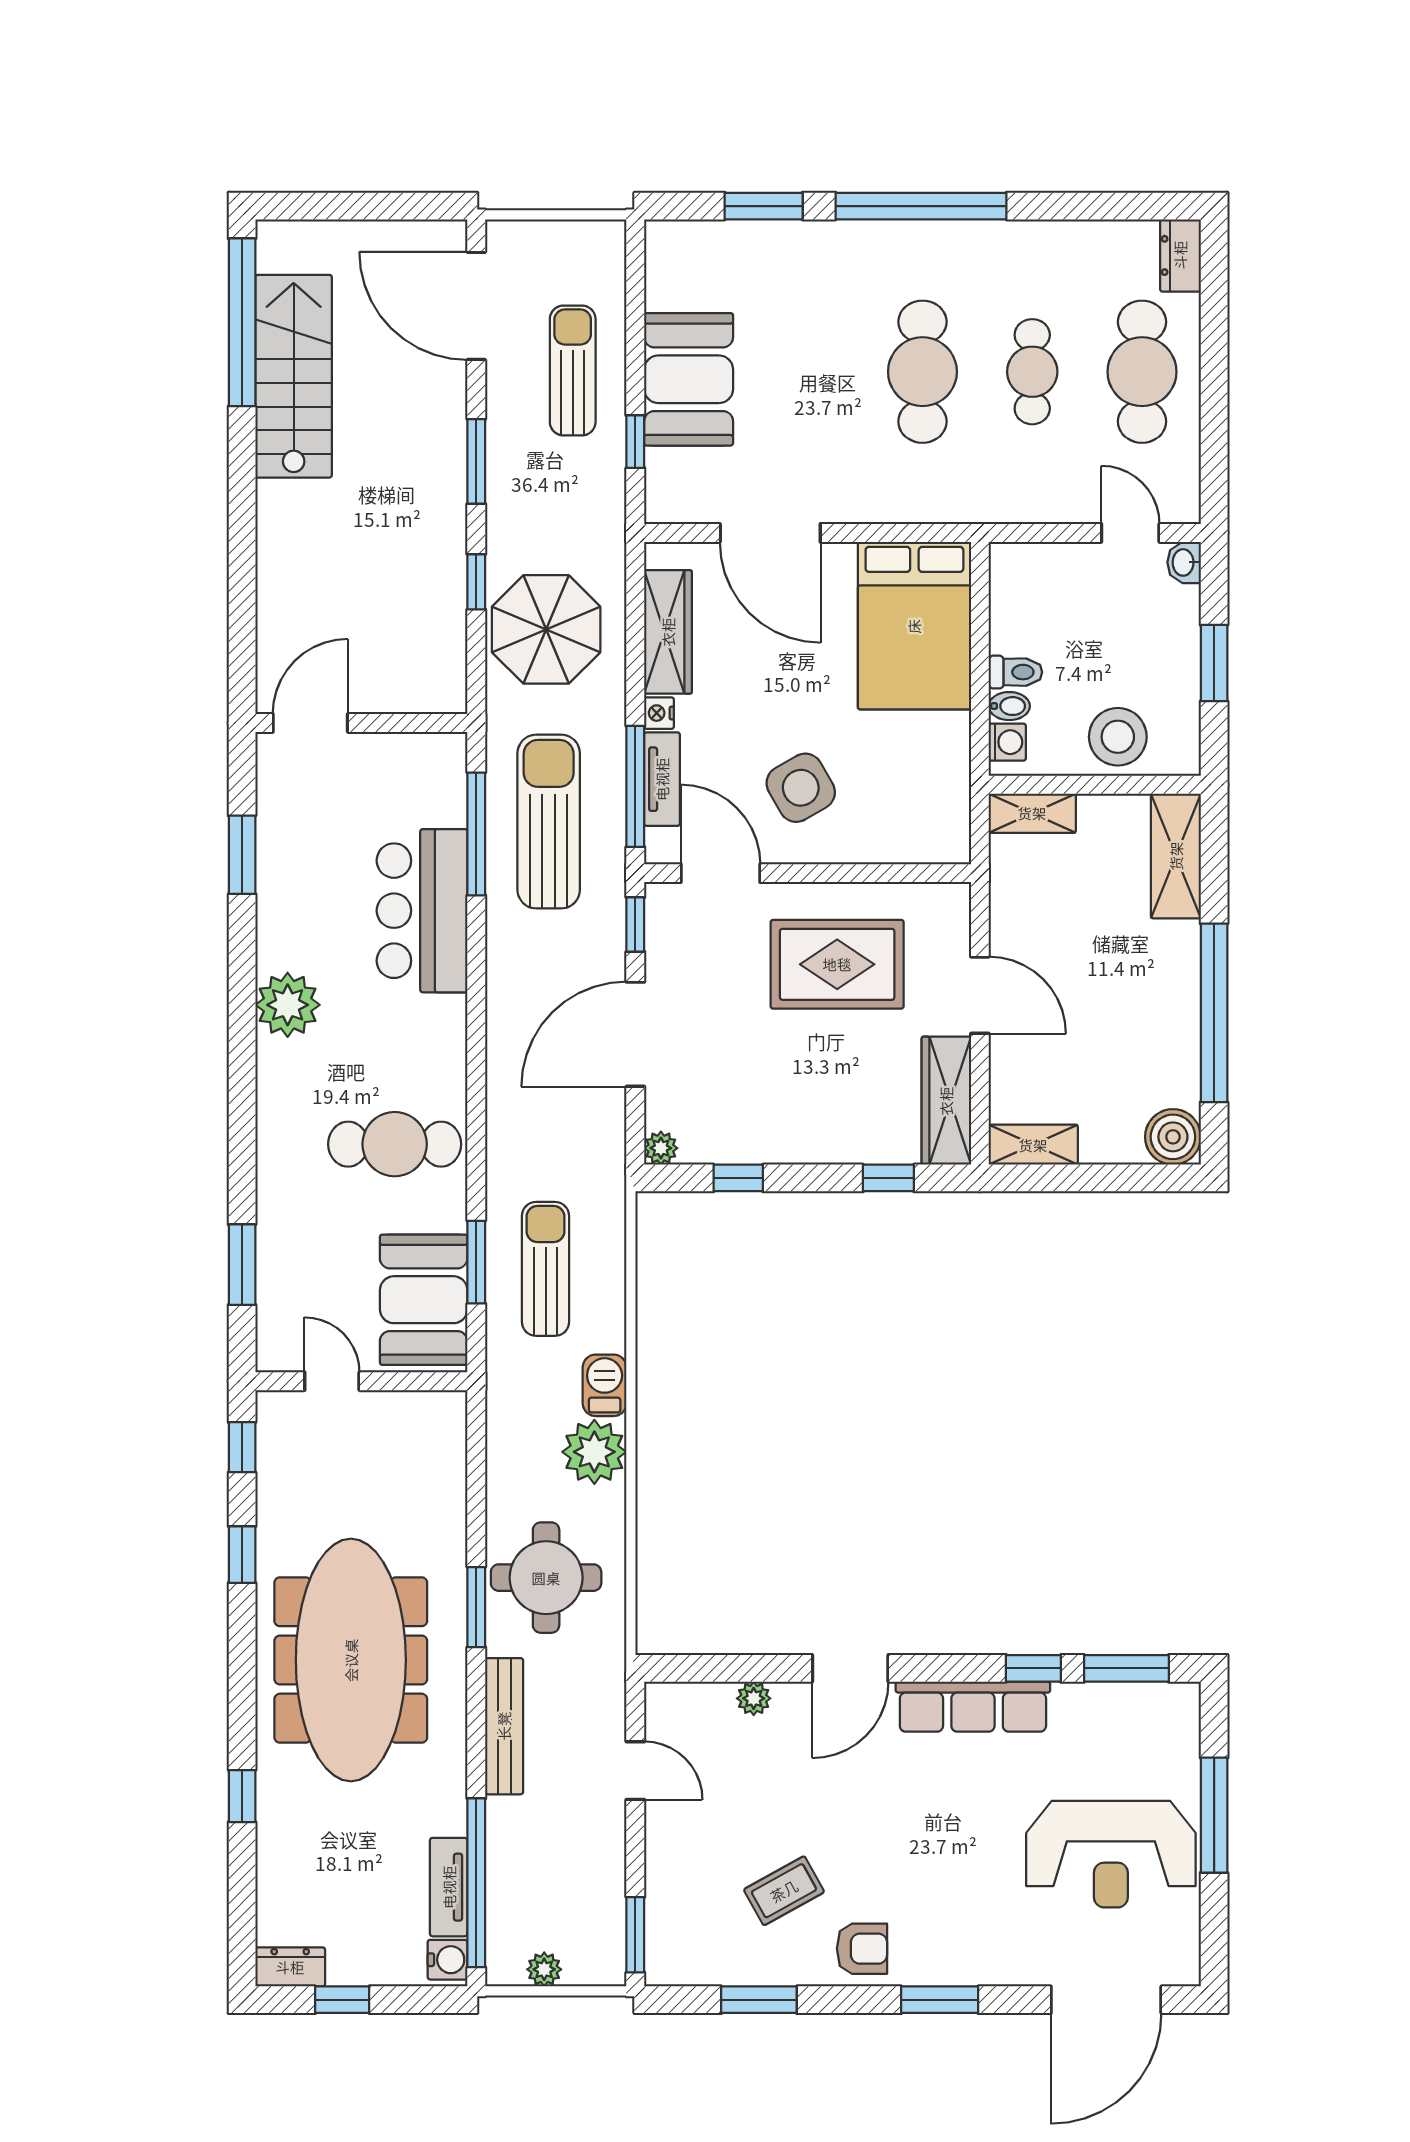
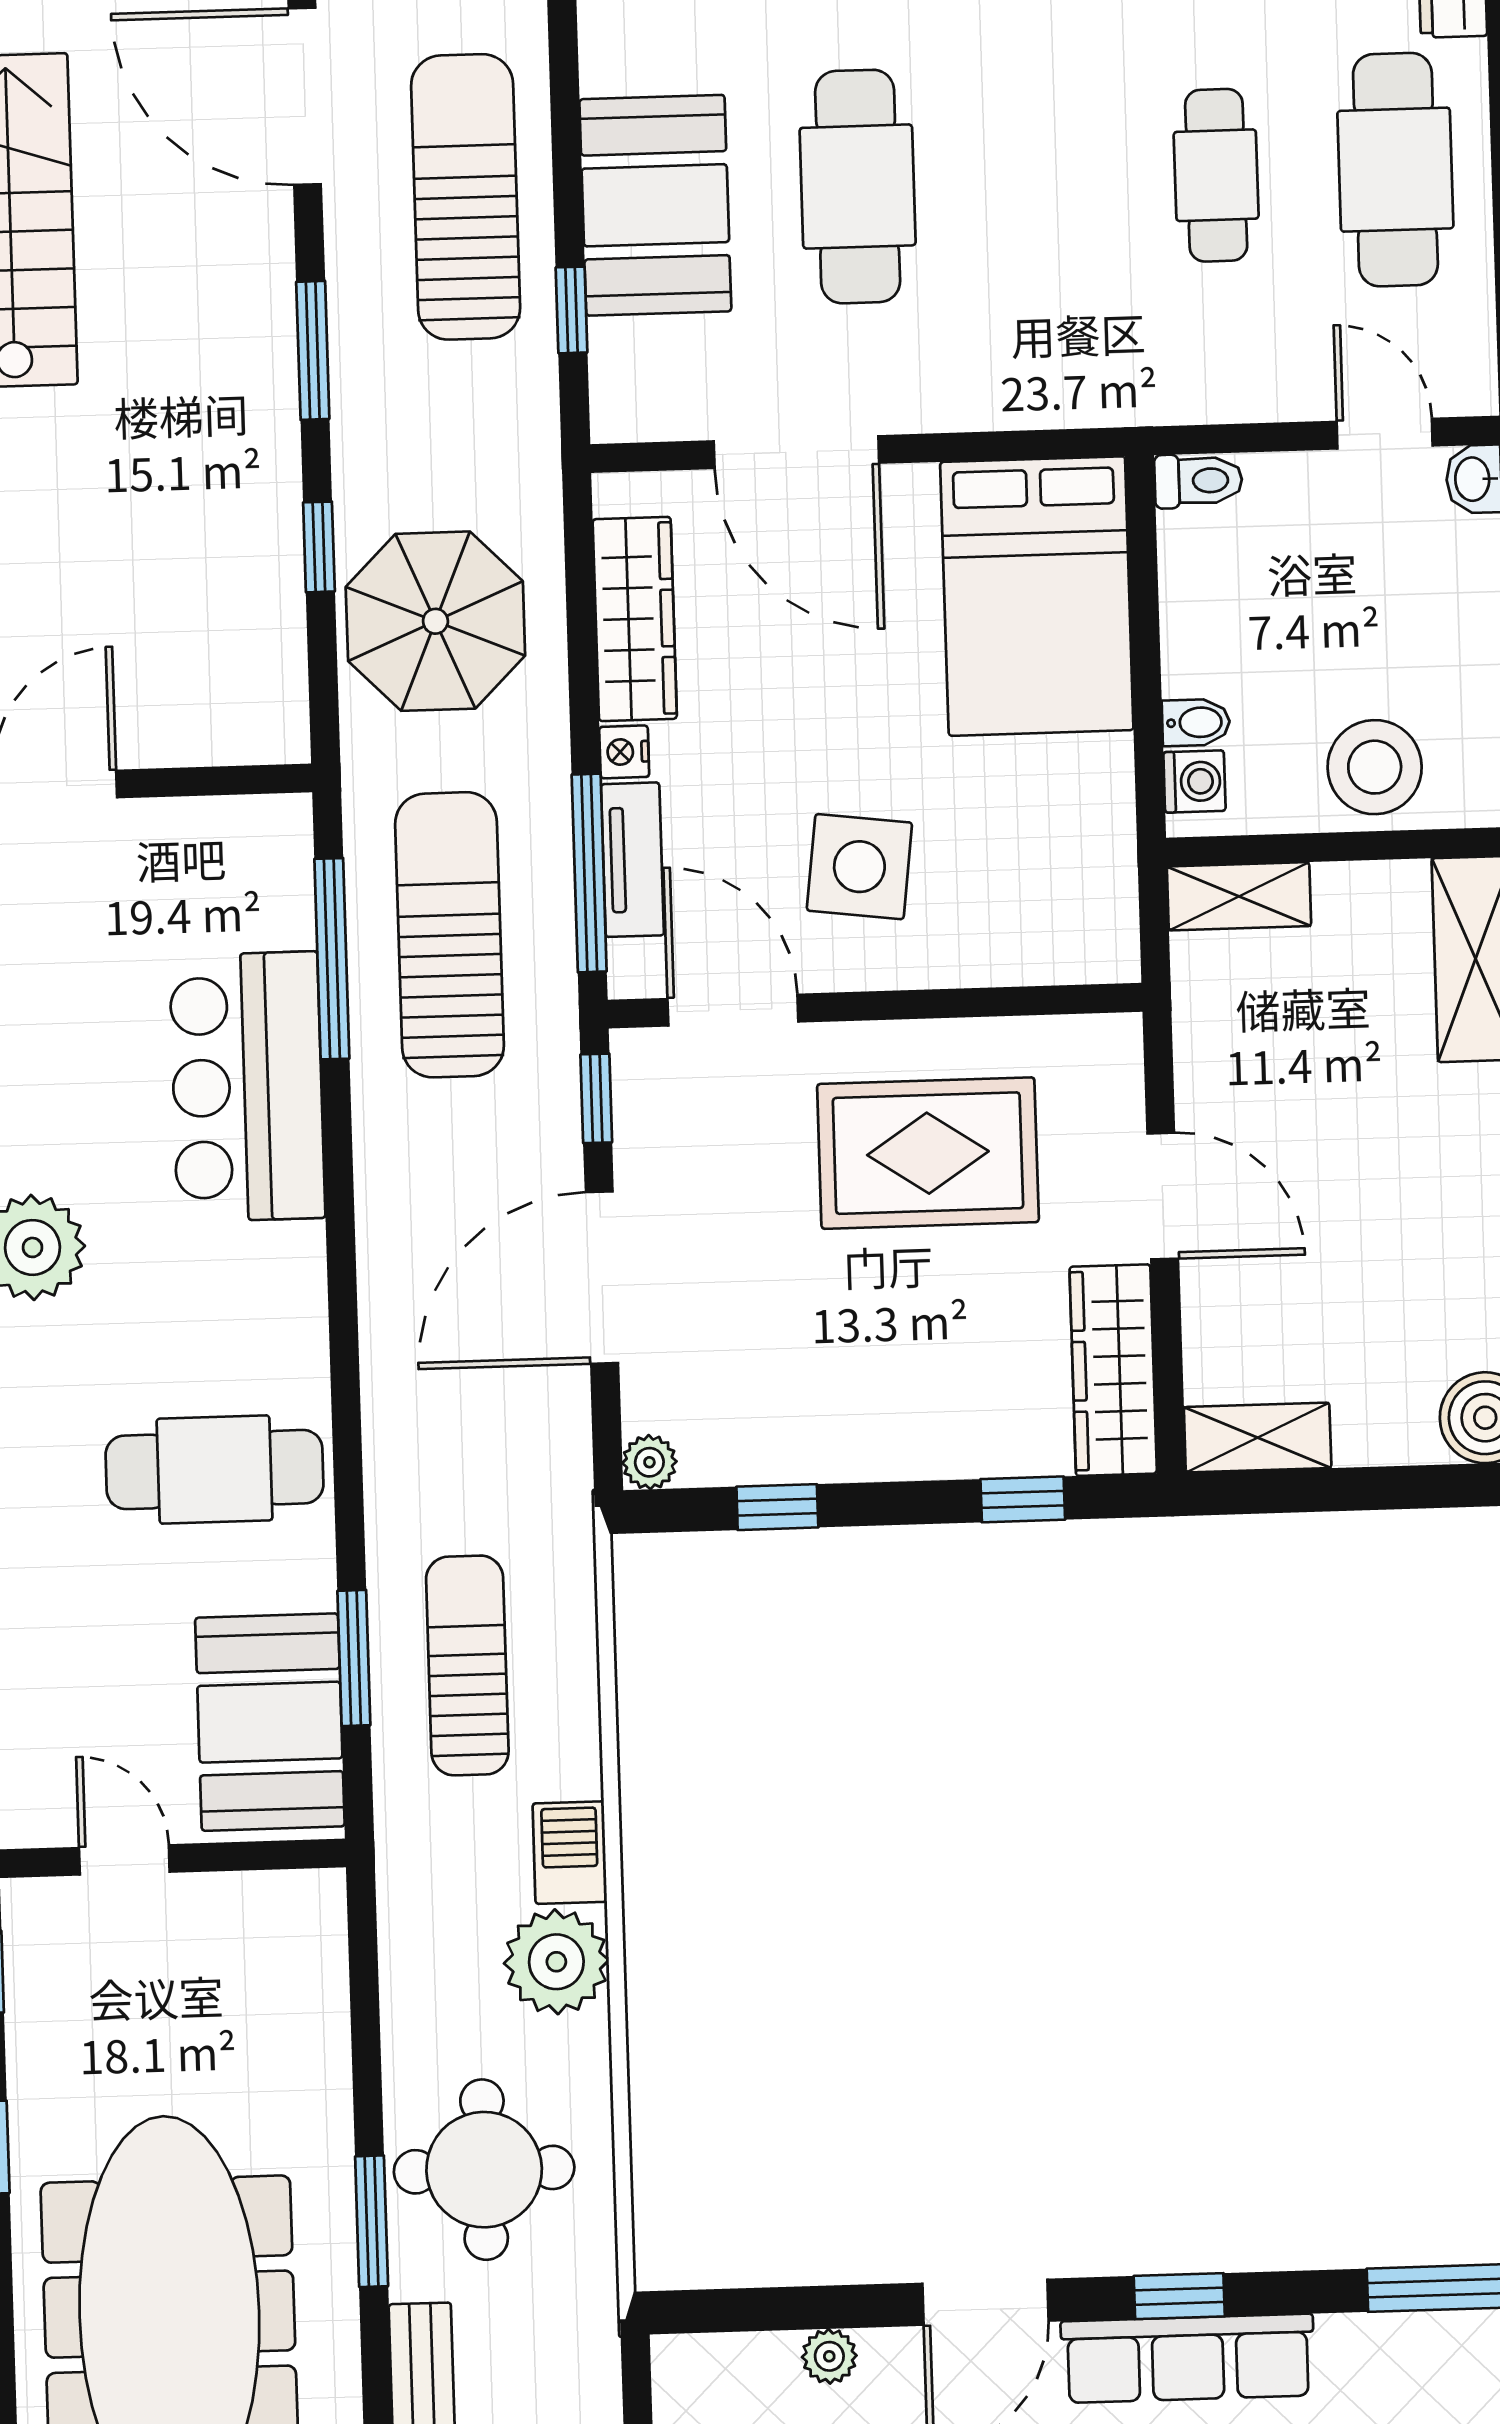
sun lounger: (573, 371) -> (466, 197), width x1.36, depth x1.34
cafe table: (922, 372) -> (858, 187), moved
toilet: (1015, 672) -> (1198, 481), moved
side table: (801, 788) -> (859, 867), turned 37
window: (1033, 1668) -> (1179, 2296), moved

